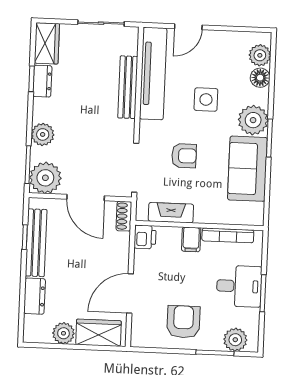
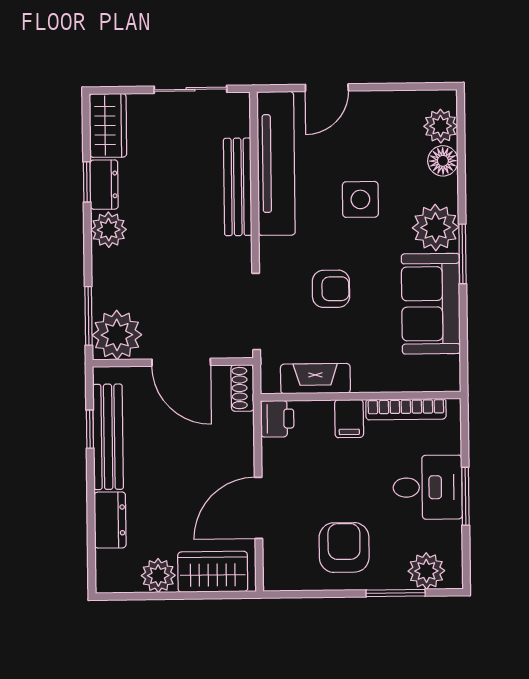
plant: (43, 134) -> (109, 230), moved

